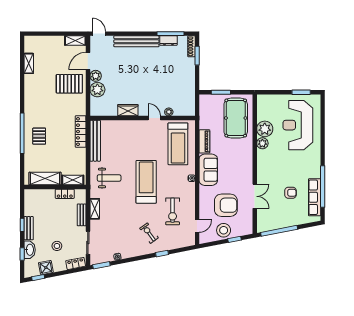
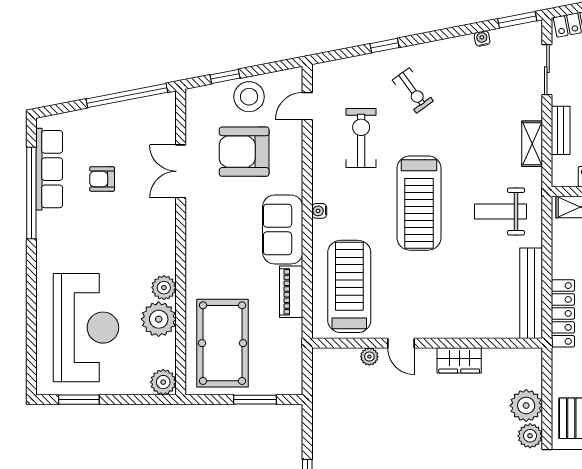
plant: (263, 100) -> (163, 382), added

